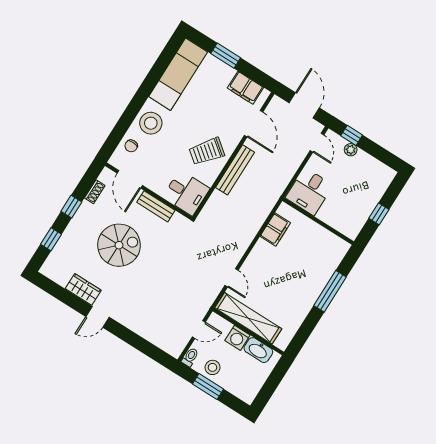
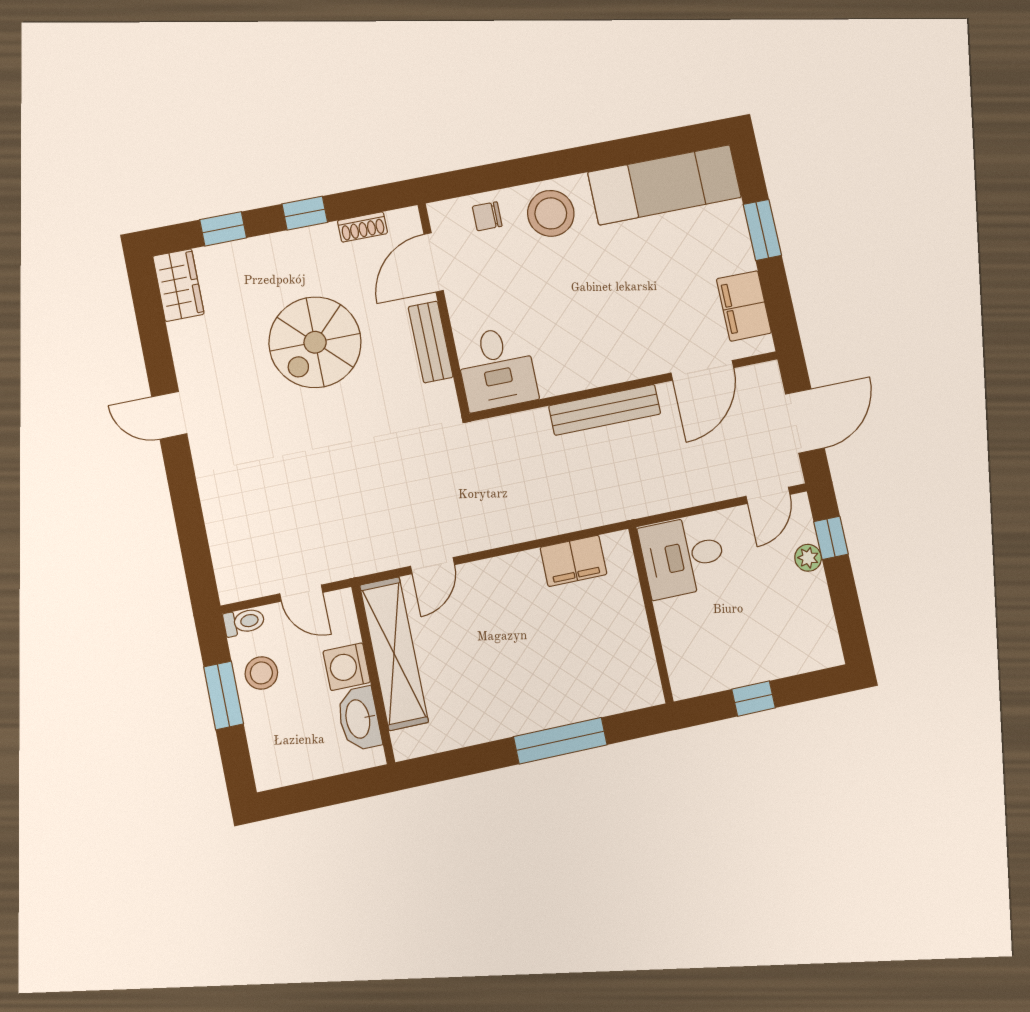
trolley: (207, 151) -> (591, 339), removed
spiral stairs: (119, 245) -> (315, 342), turned 90
wardrobe: (83, 289) -> (178, 285), moved

